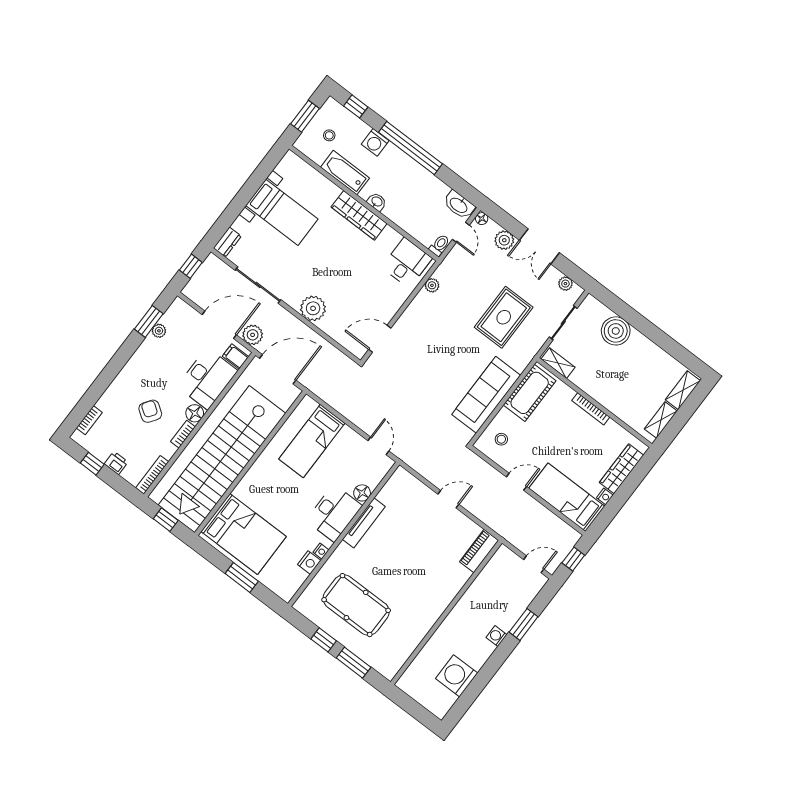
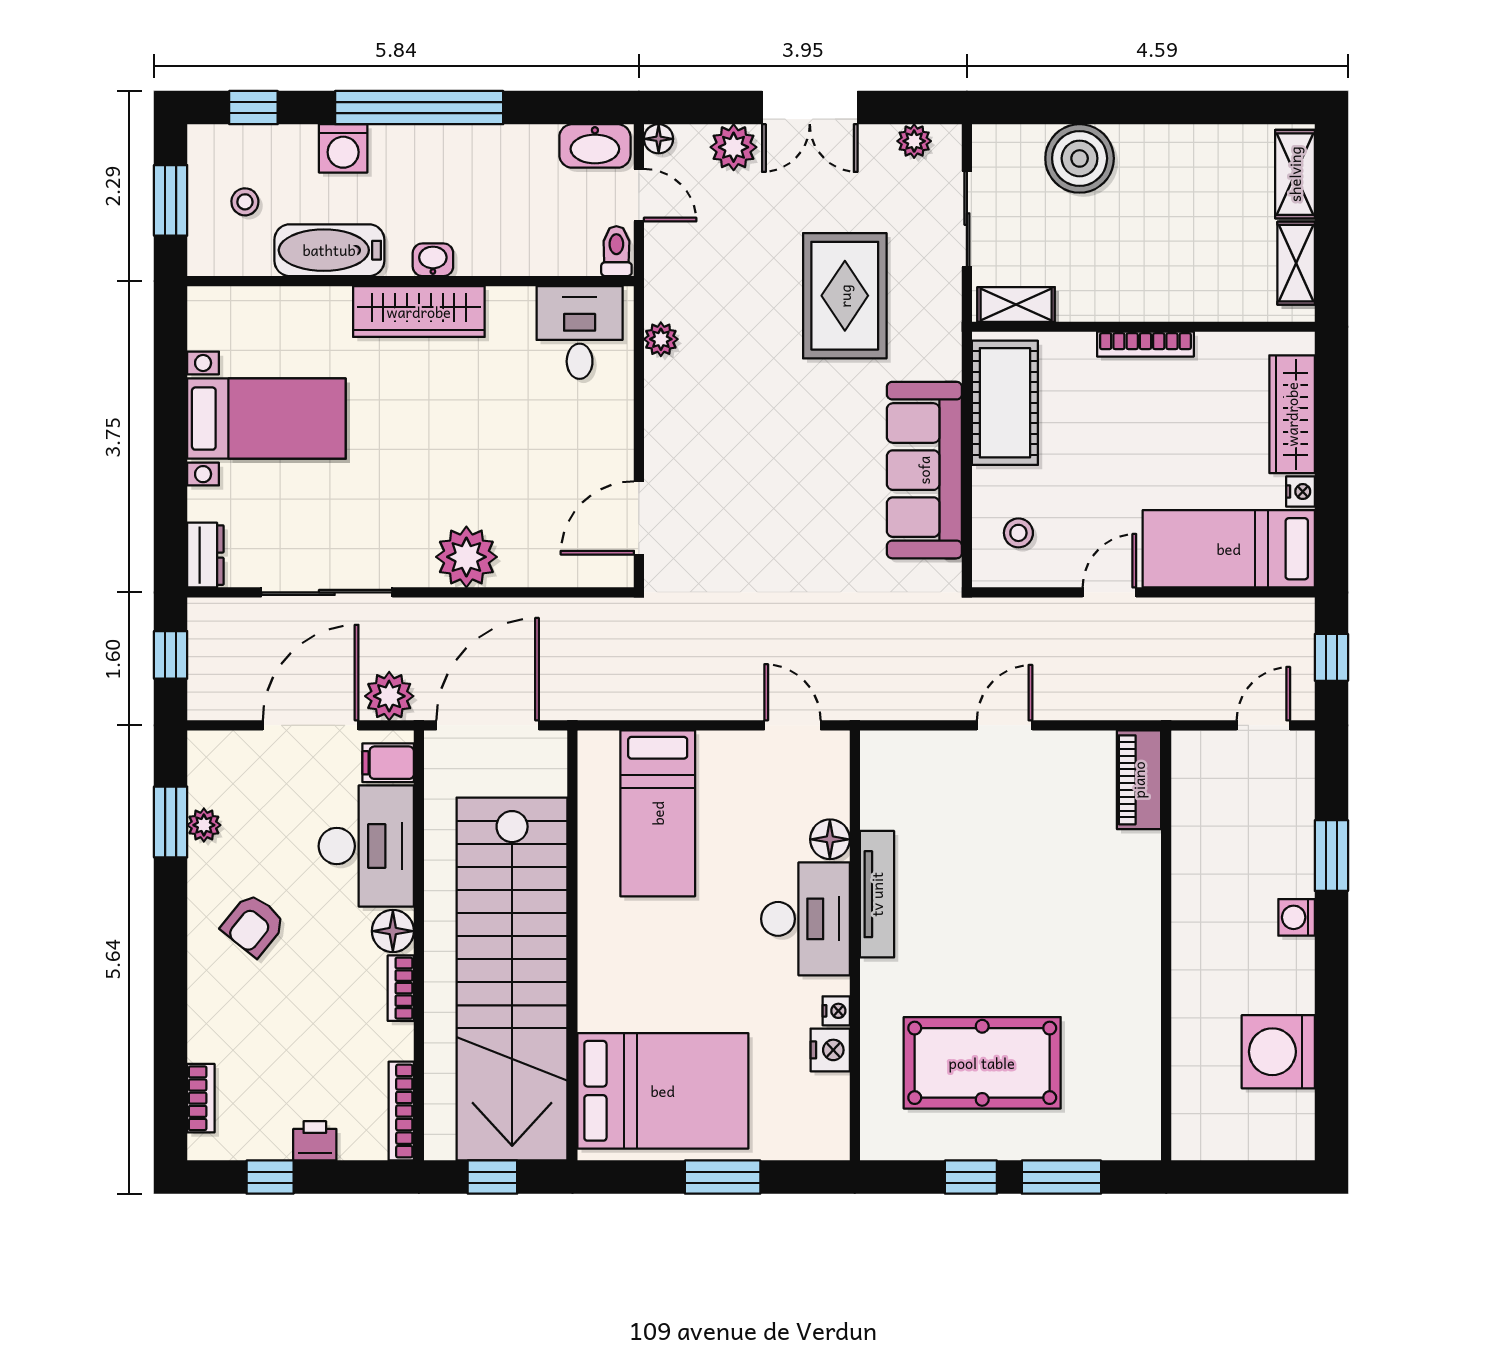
armchair: (150, 411) -> (253, 925), moved, turned -85

